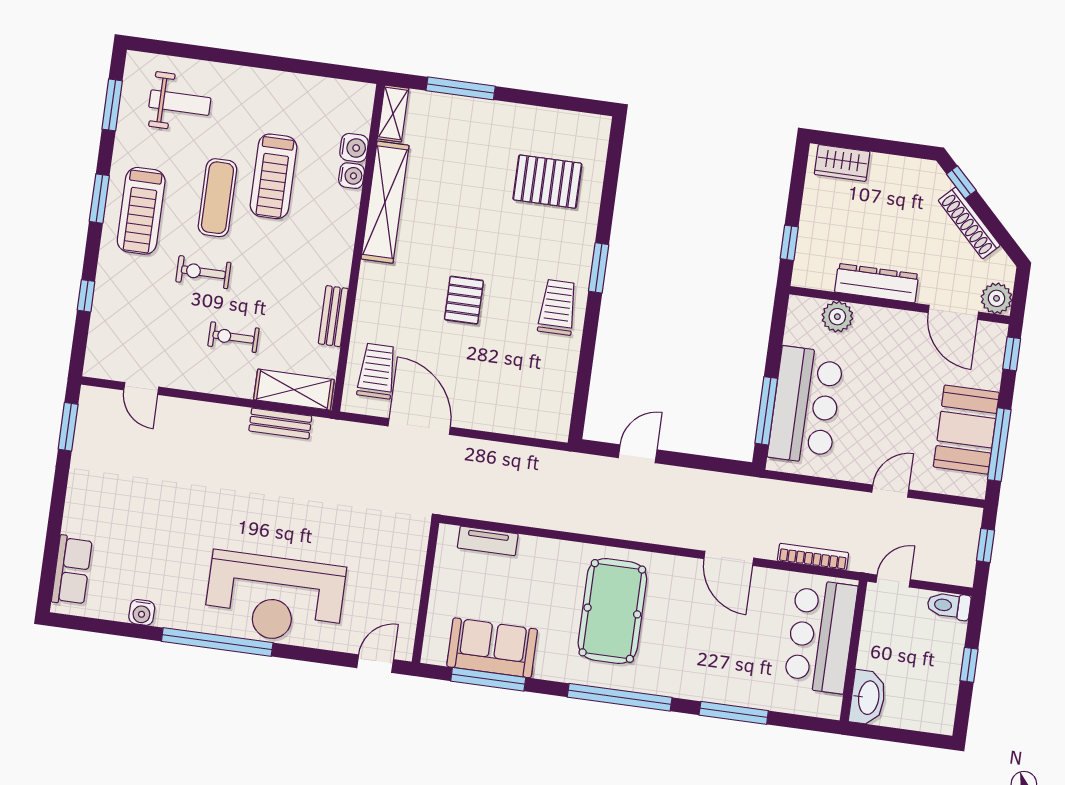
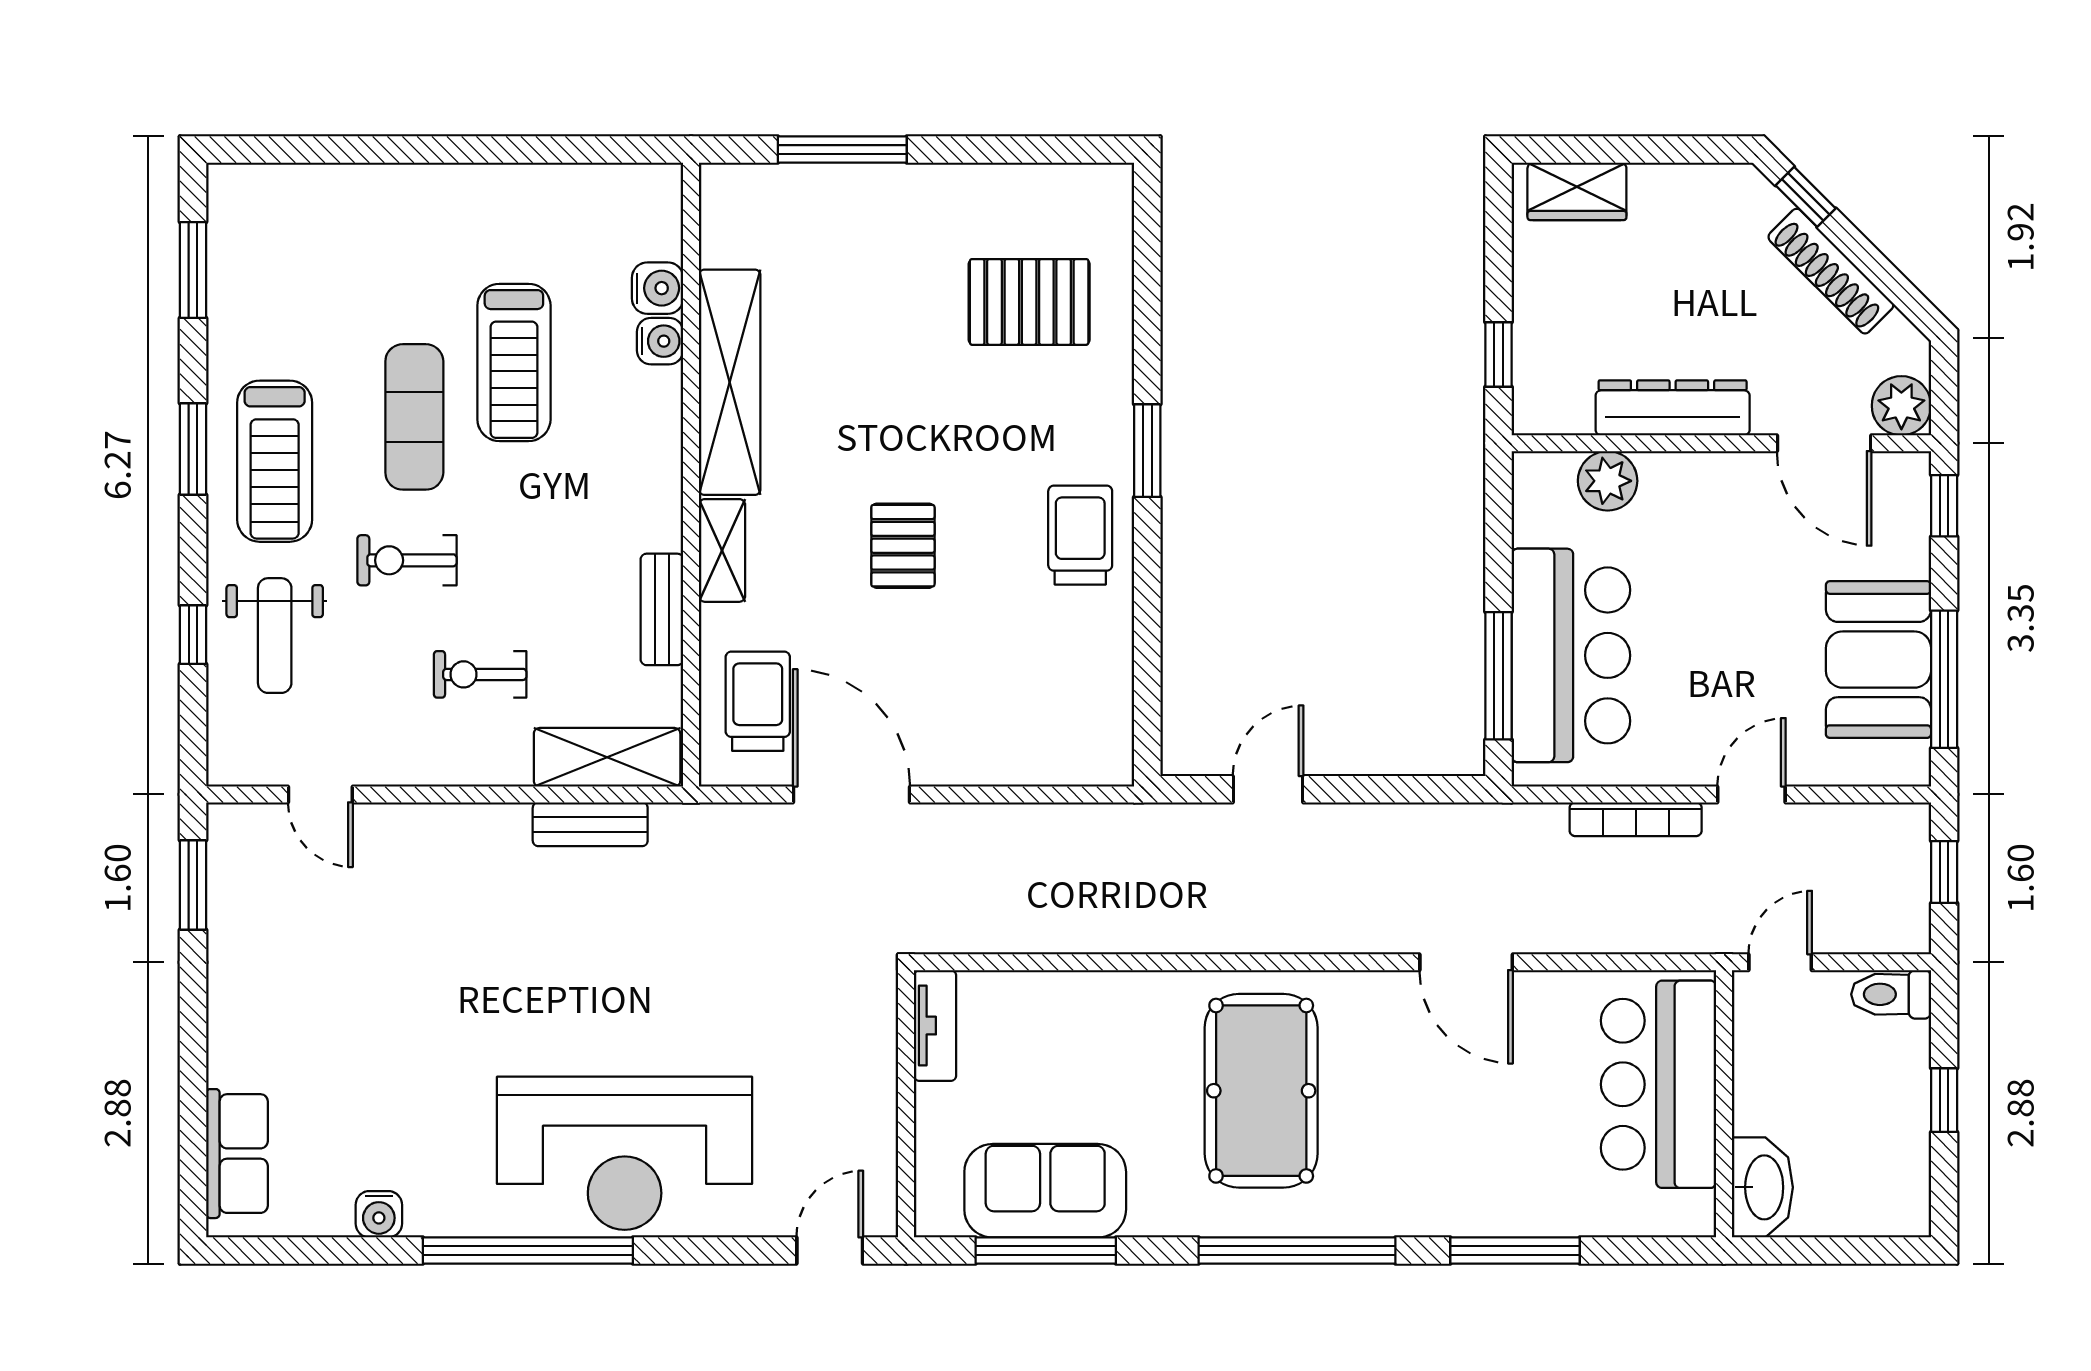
weight bench: (180, 103) -> (275, 636), moved, turned 90
shelving: (393, 114) -> (722, 550), moved
tv unit: (488, 541) -> (935, 1026), moved, turned -90
bookcase: (813, 557) -> (1636, 819), moved, turned 180

